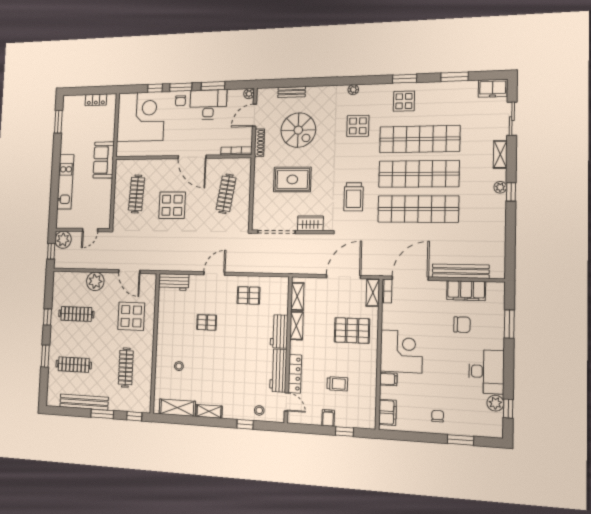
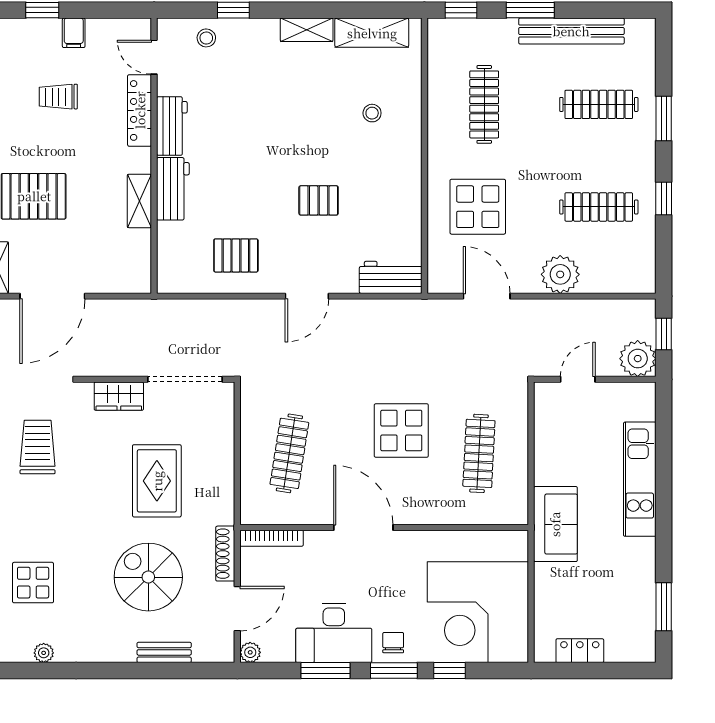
rug: (292, 179) -> (157, 481), turned 90
shelving: (297, 296) -> (140, 256), removed
workbench: (278, 371) -> (172, 126), width x0.73

